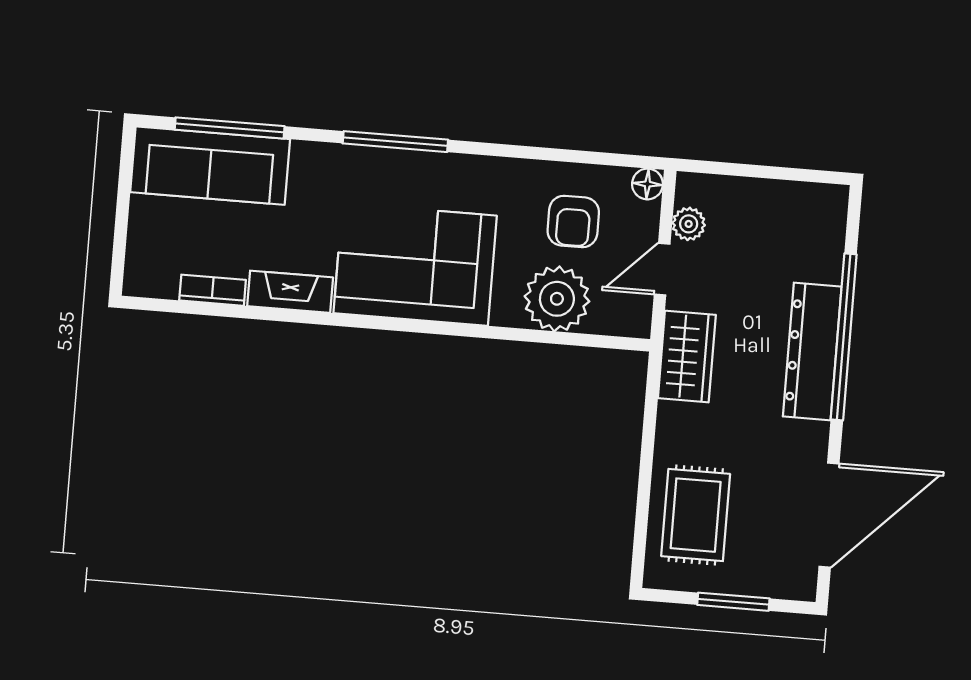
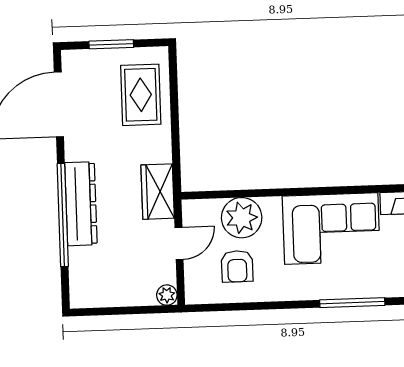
floor lamp: (647, 184) -> (194, 295), removed
armchair: (573, 222) -> (237, 266), turned 180
plant: (689, 224) -> (167, 295), moved

